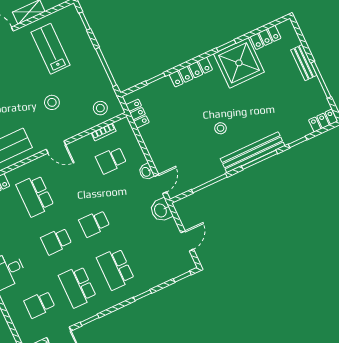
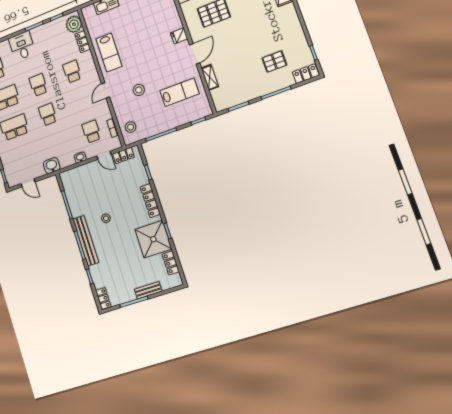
door: (161, 184) -> (104, 155), moved
school desk: (35, 196) -> (72, 72), width x0.54

